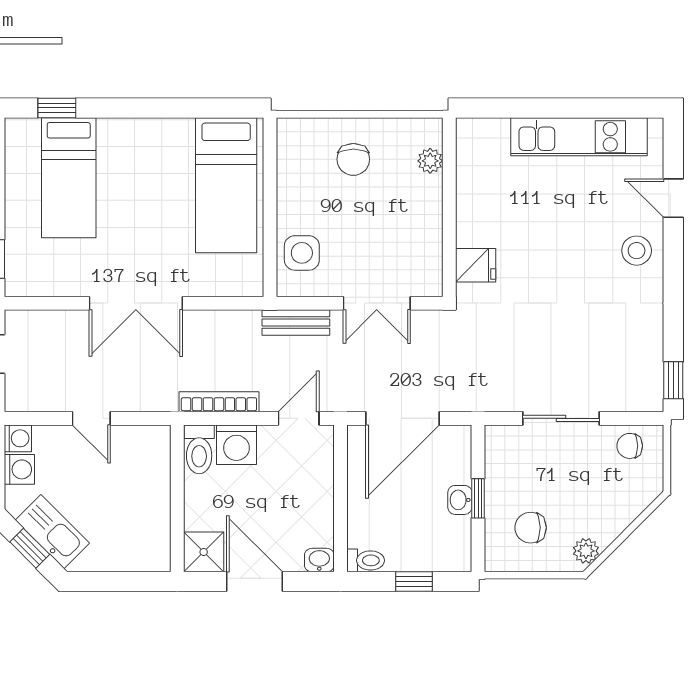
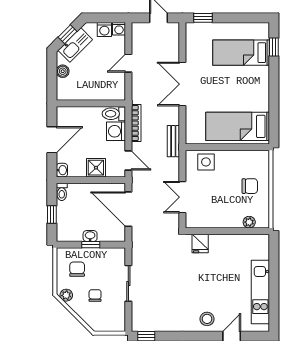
chair: (353, 159) -> (250, 186), turned 180
bench: (296, 322) -> (173, 141), moved
chair: (630, 446) -> (95, 295), moved
shower: (204, 552) -> (96, 168), moved
boiler: (108, 558) -> (63, 71), added

